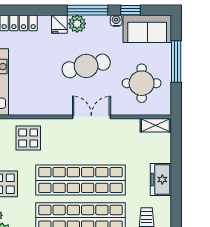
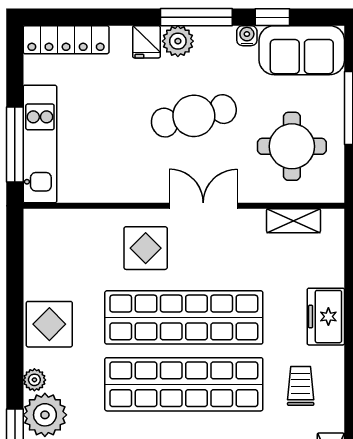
shelving: (155, 125) -> (293, 221), moved
display table: (28, 138) -> (146, 248), moved

